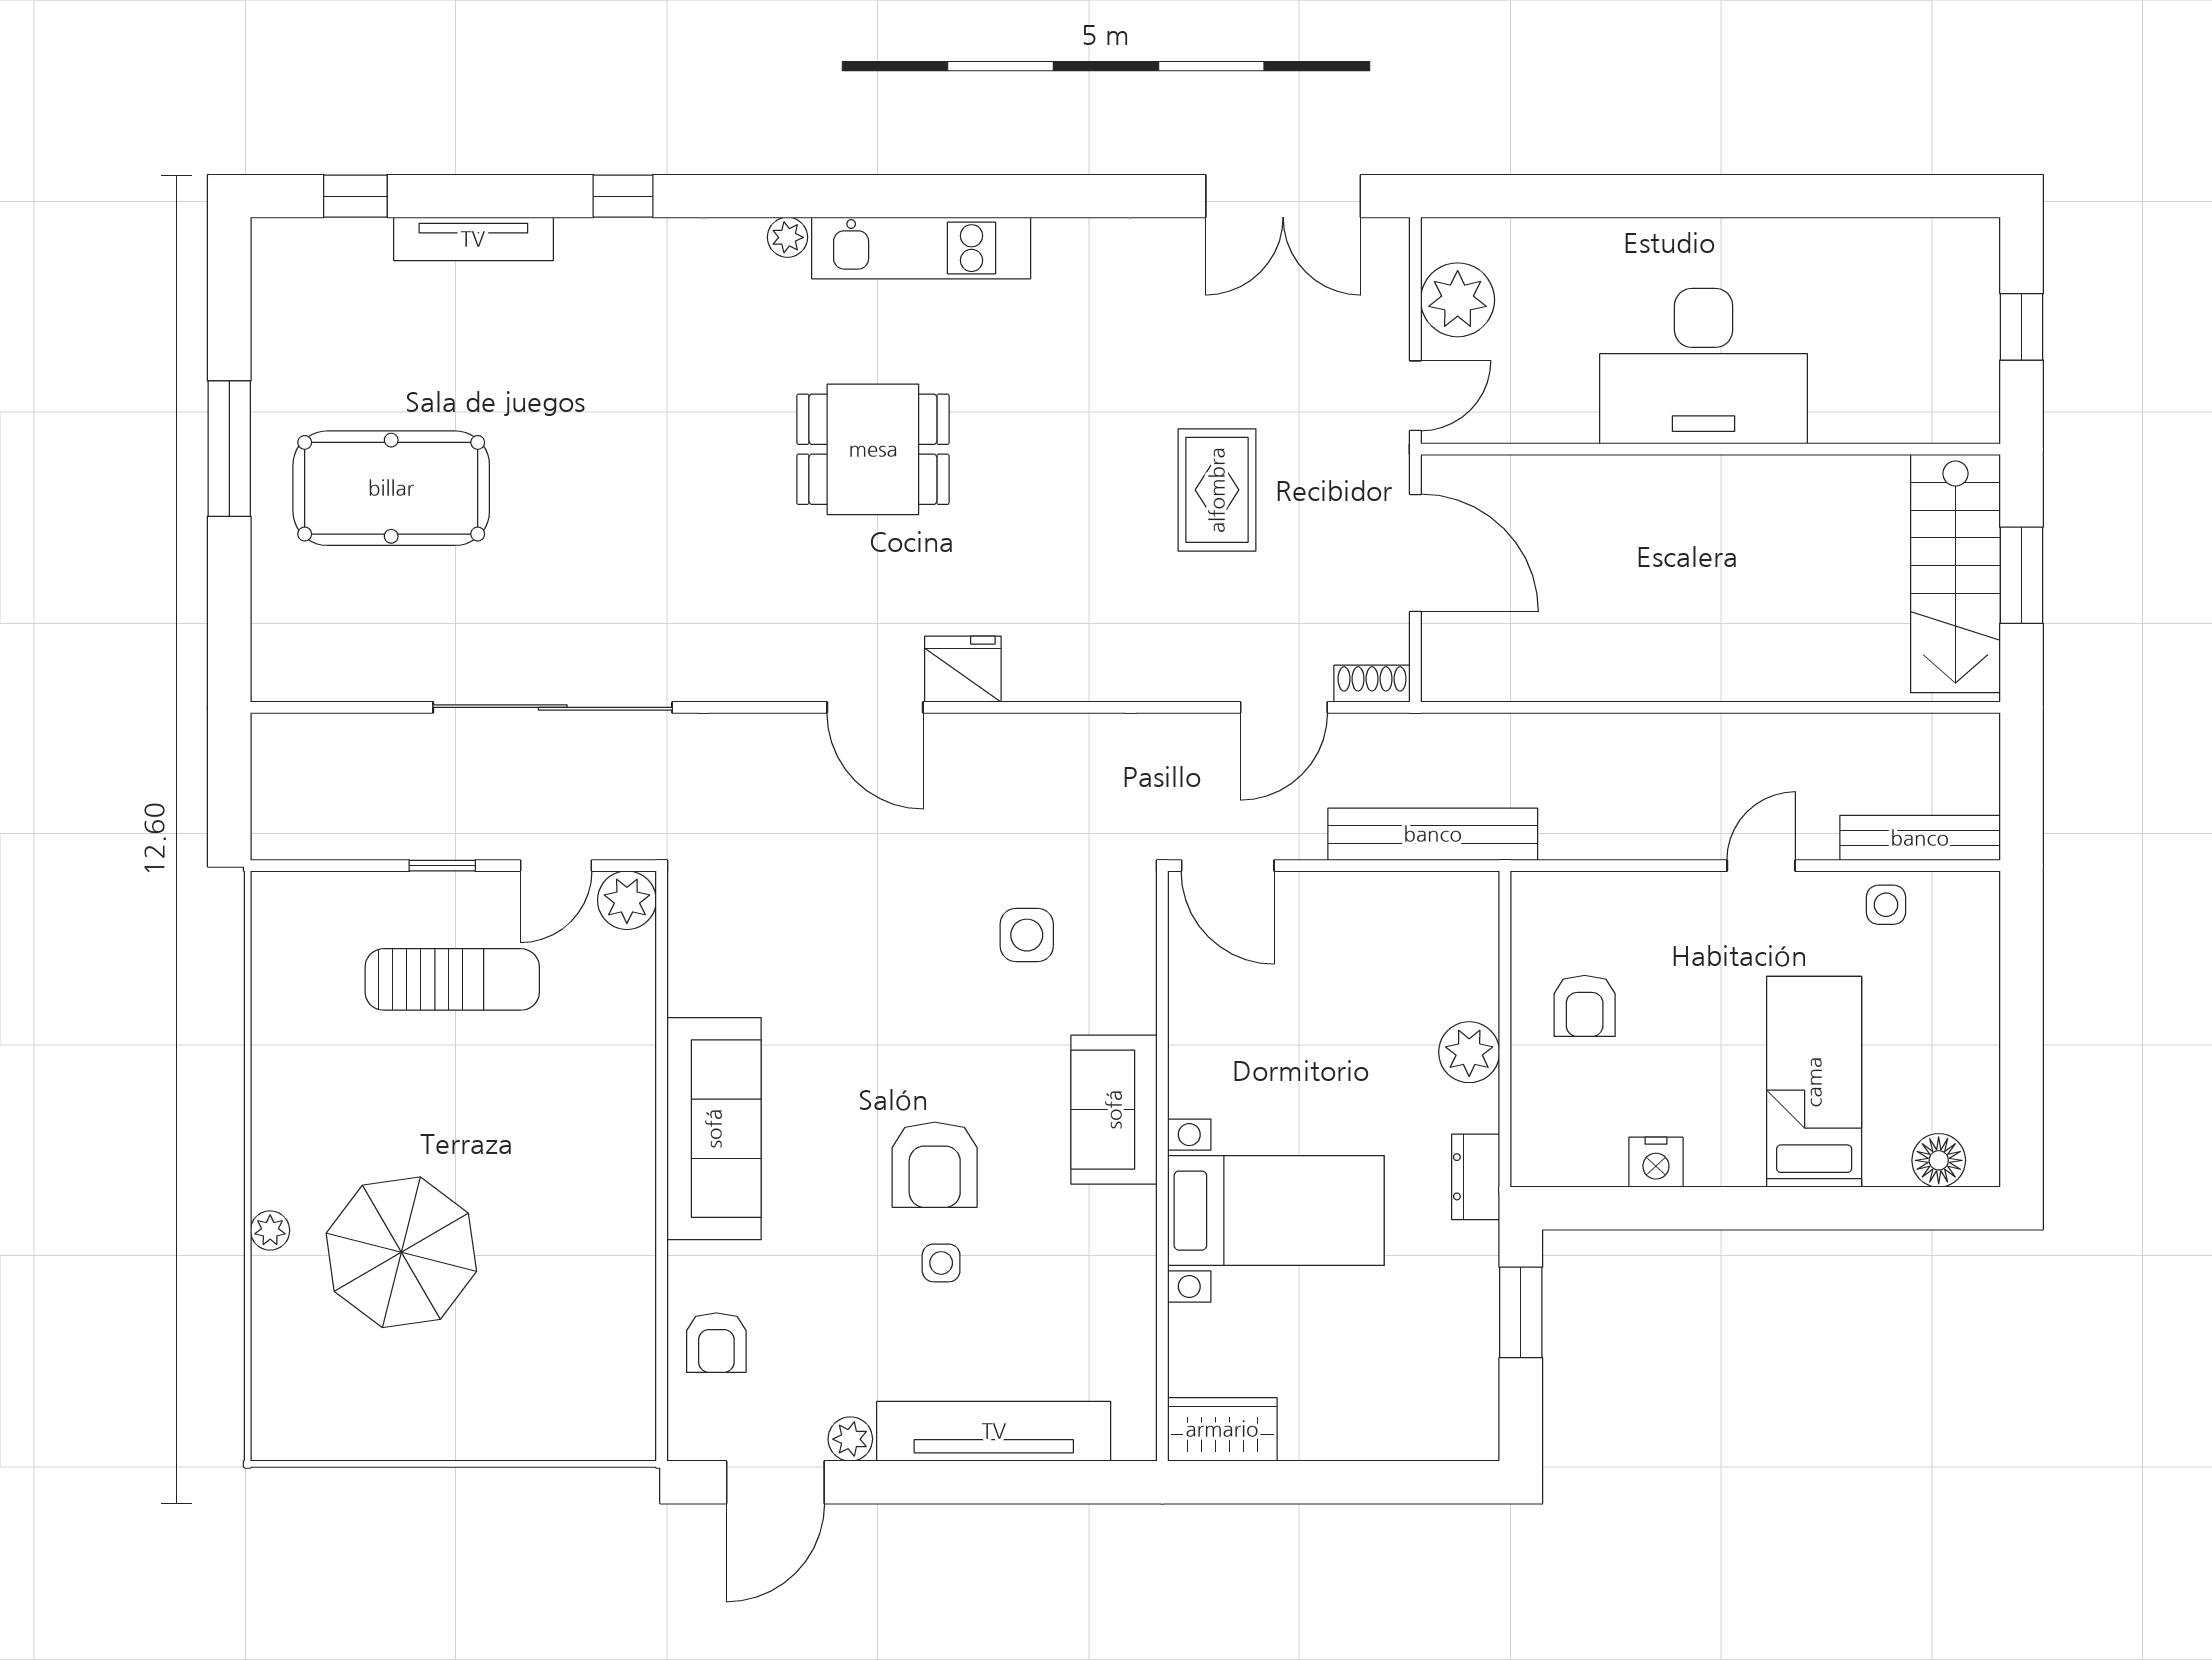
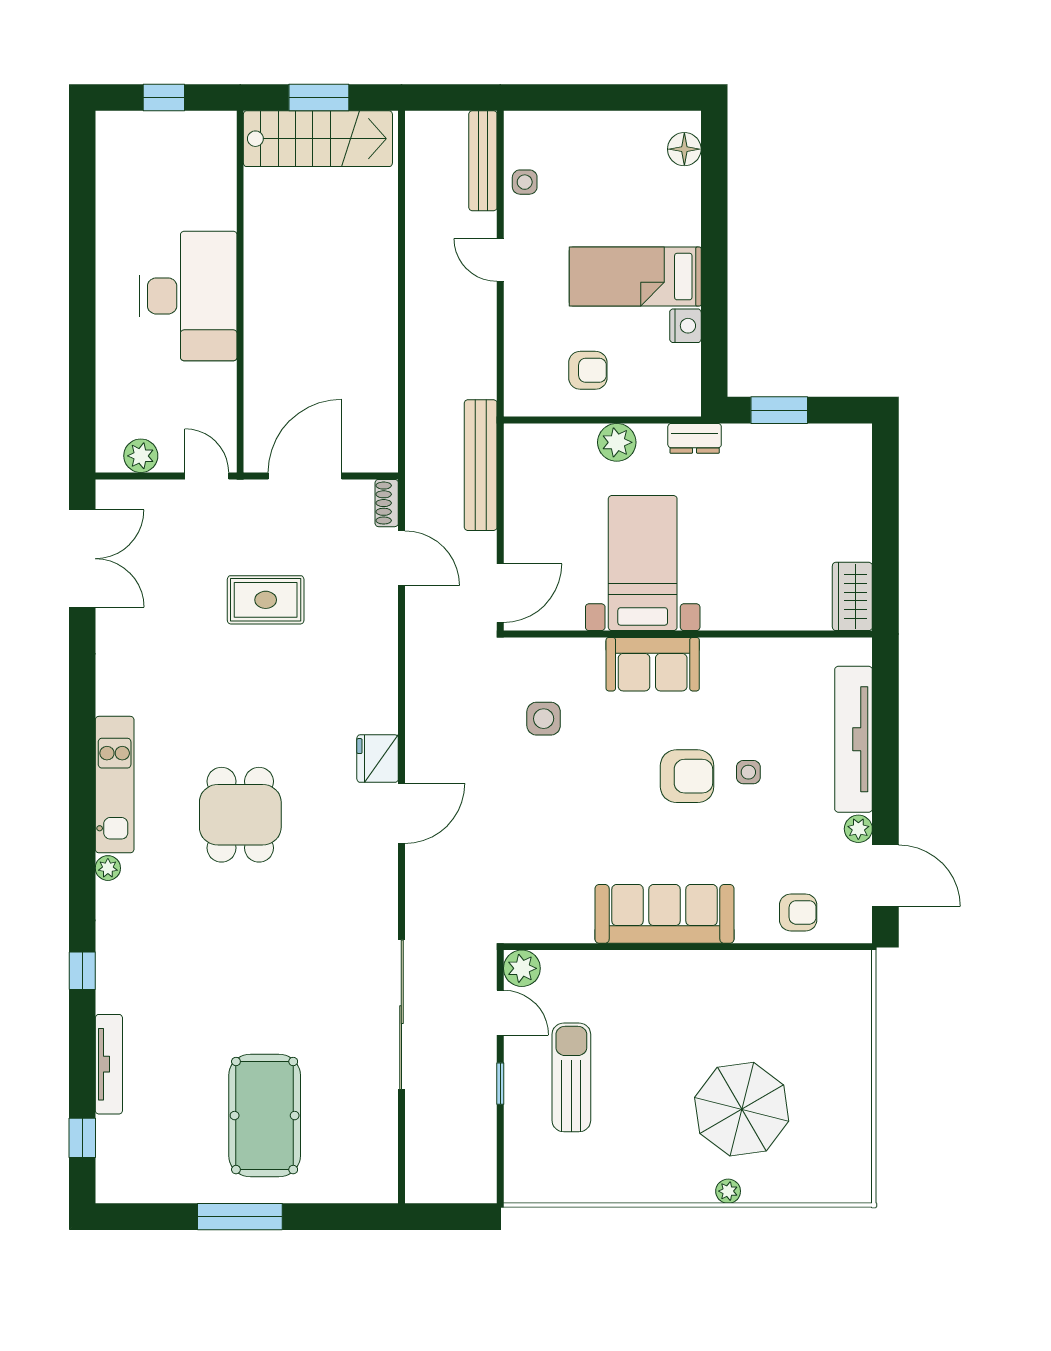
plant: (1458, 300) -> (141, 456), width x0.73, depth x0.73
bed: (1814, 1082) -> (635, 277), moved
bed with nightstands: (1276, 1211) -> (643, 563), moved

